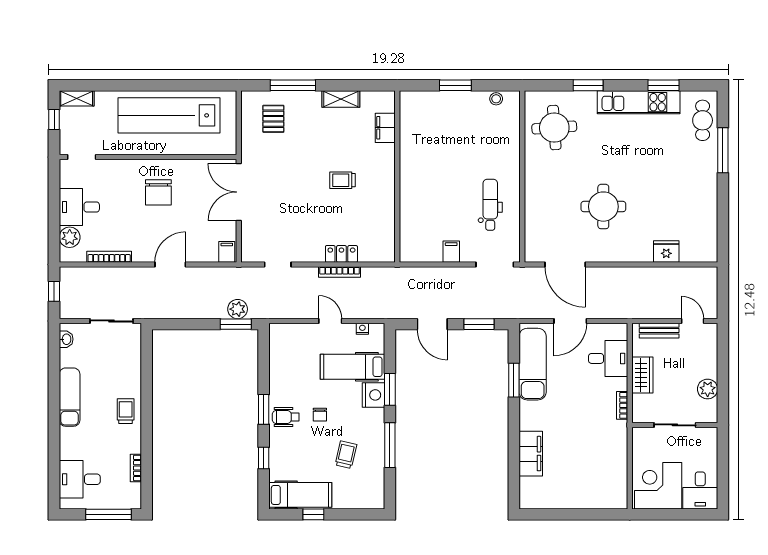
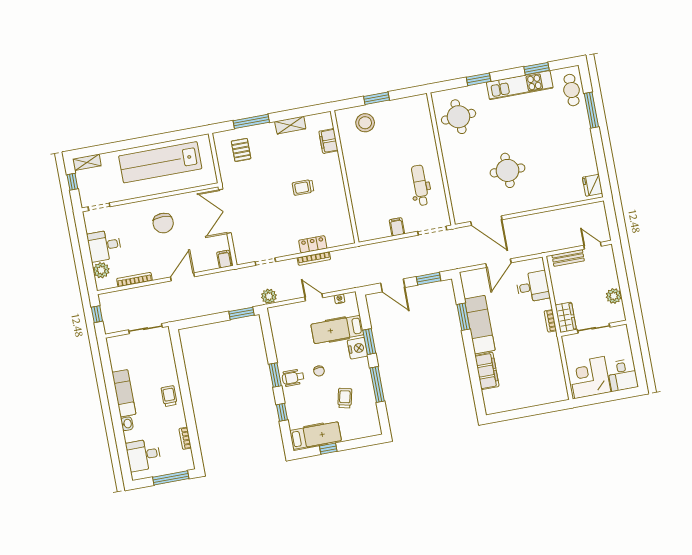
stool: (496, 99) -> (365, 123), moved, width x1.89, depth x1.89
fridge: (666, 252) -> (592, 185), moved, turned -90
plant: (238, 309) -> (269, 296), moved
washbasin: (66, 339) -> (127, 424), moved
exam couch: (533, 364) -> (480, 325), moved
wardrobe: (642, 375) -> (566, 317), moved

